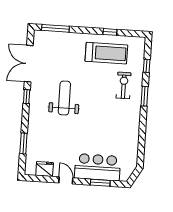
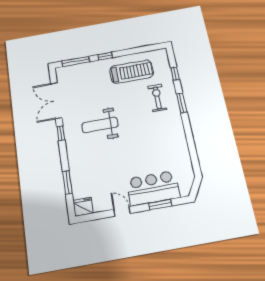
window: (110, 32) -> (105, 56), moved
weight bench: (64, 98) -> (100, 125), turned -90
fridge: (45, 169) -> (83, 207), moved

